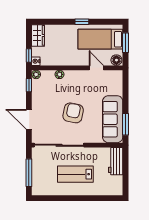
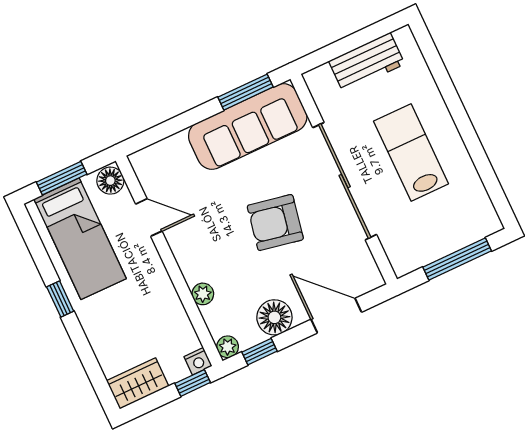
door: (96, 68) -> (149, 218), swing flipped
floor lamp: (39, 96) -> (274, 317), added
door: (29, 119) -> (336, 316), swing flipped
sliding door: (59, 145) -> (345, 181), moved
workbench: (116, 161) -> (367, 63), moved
lab bench: (75, 174) -> (411, 152), turned 180

